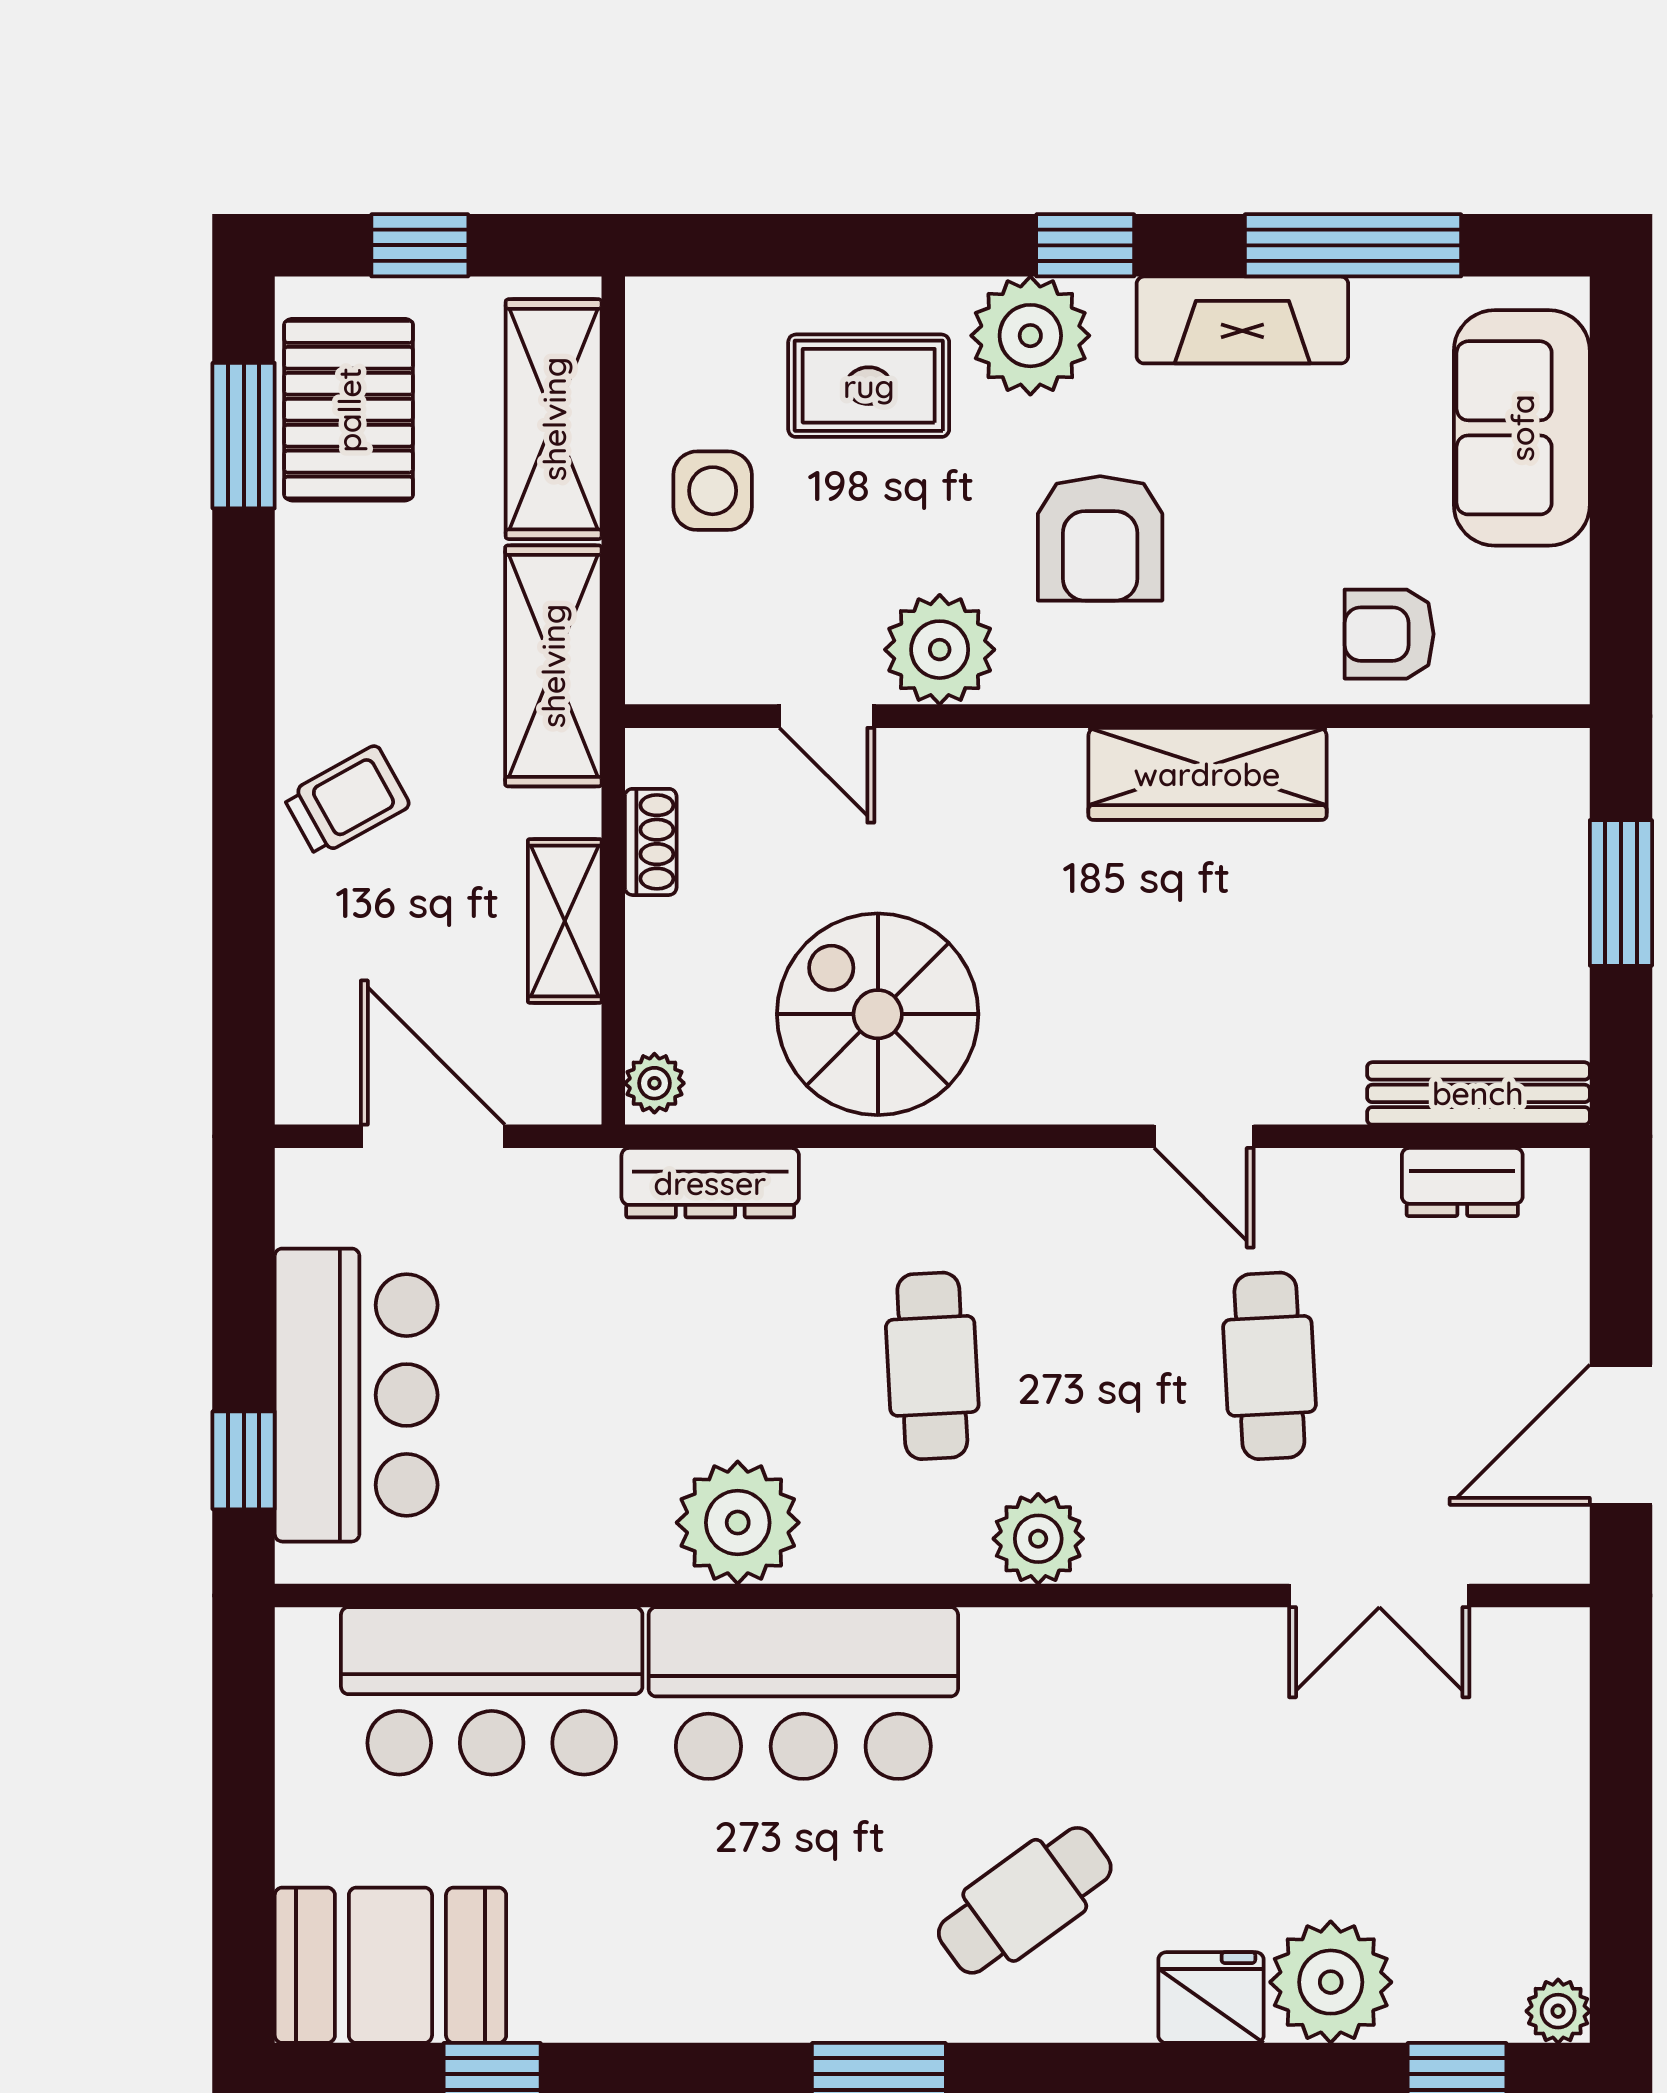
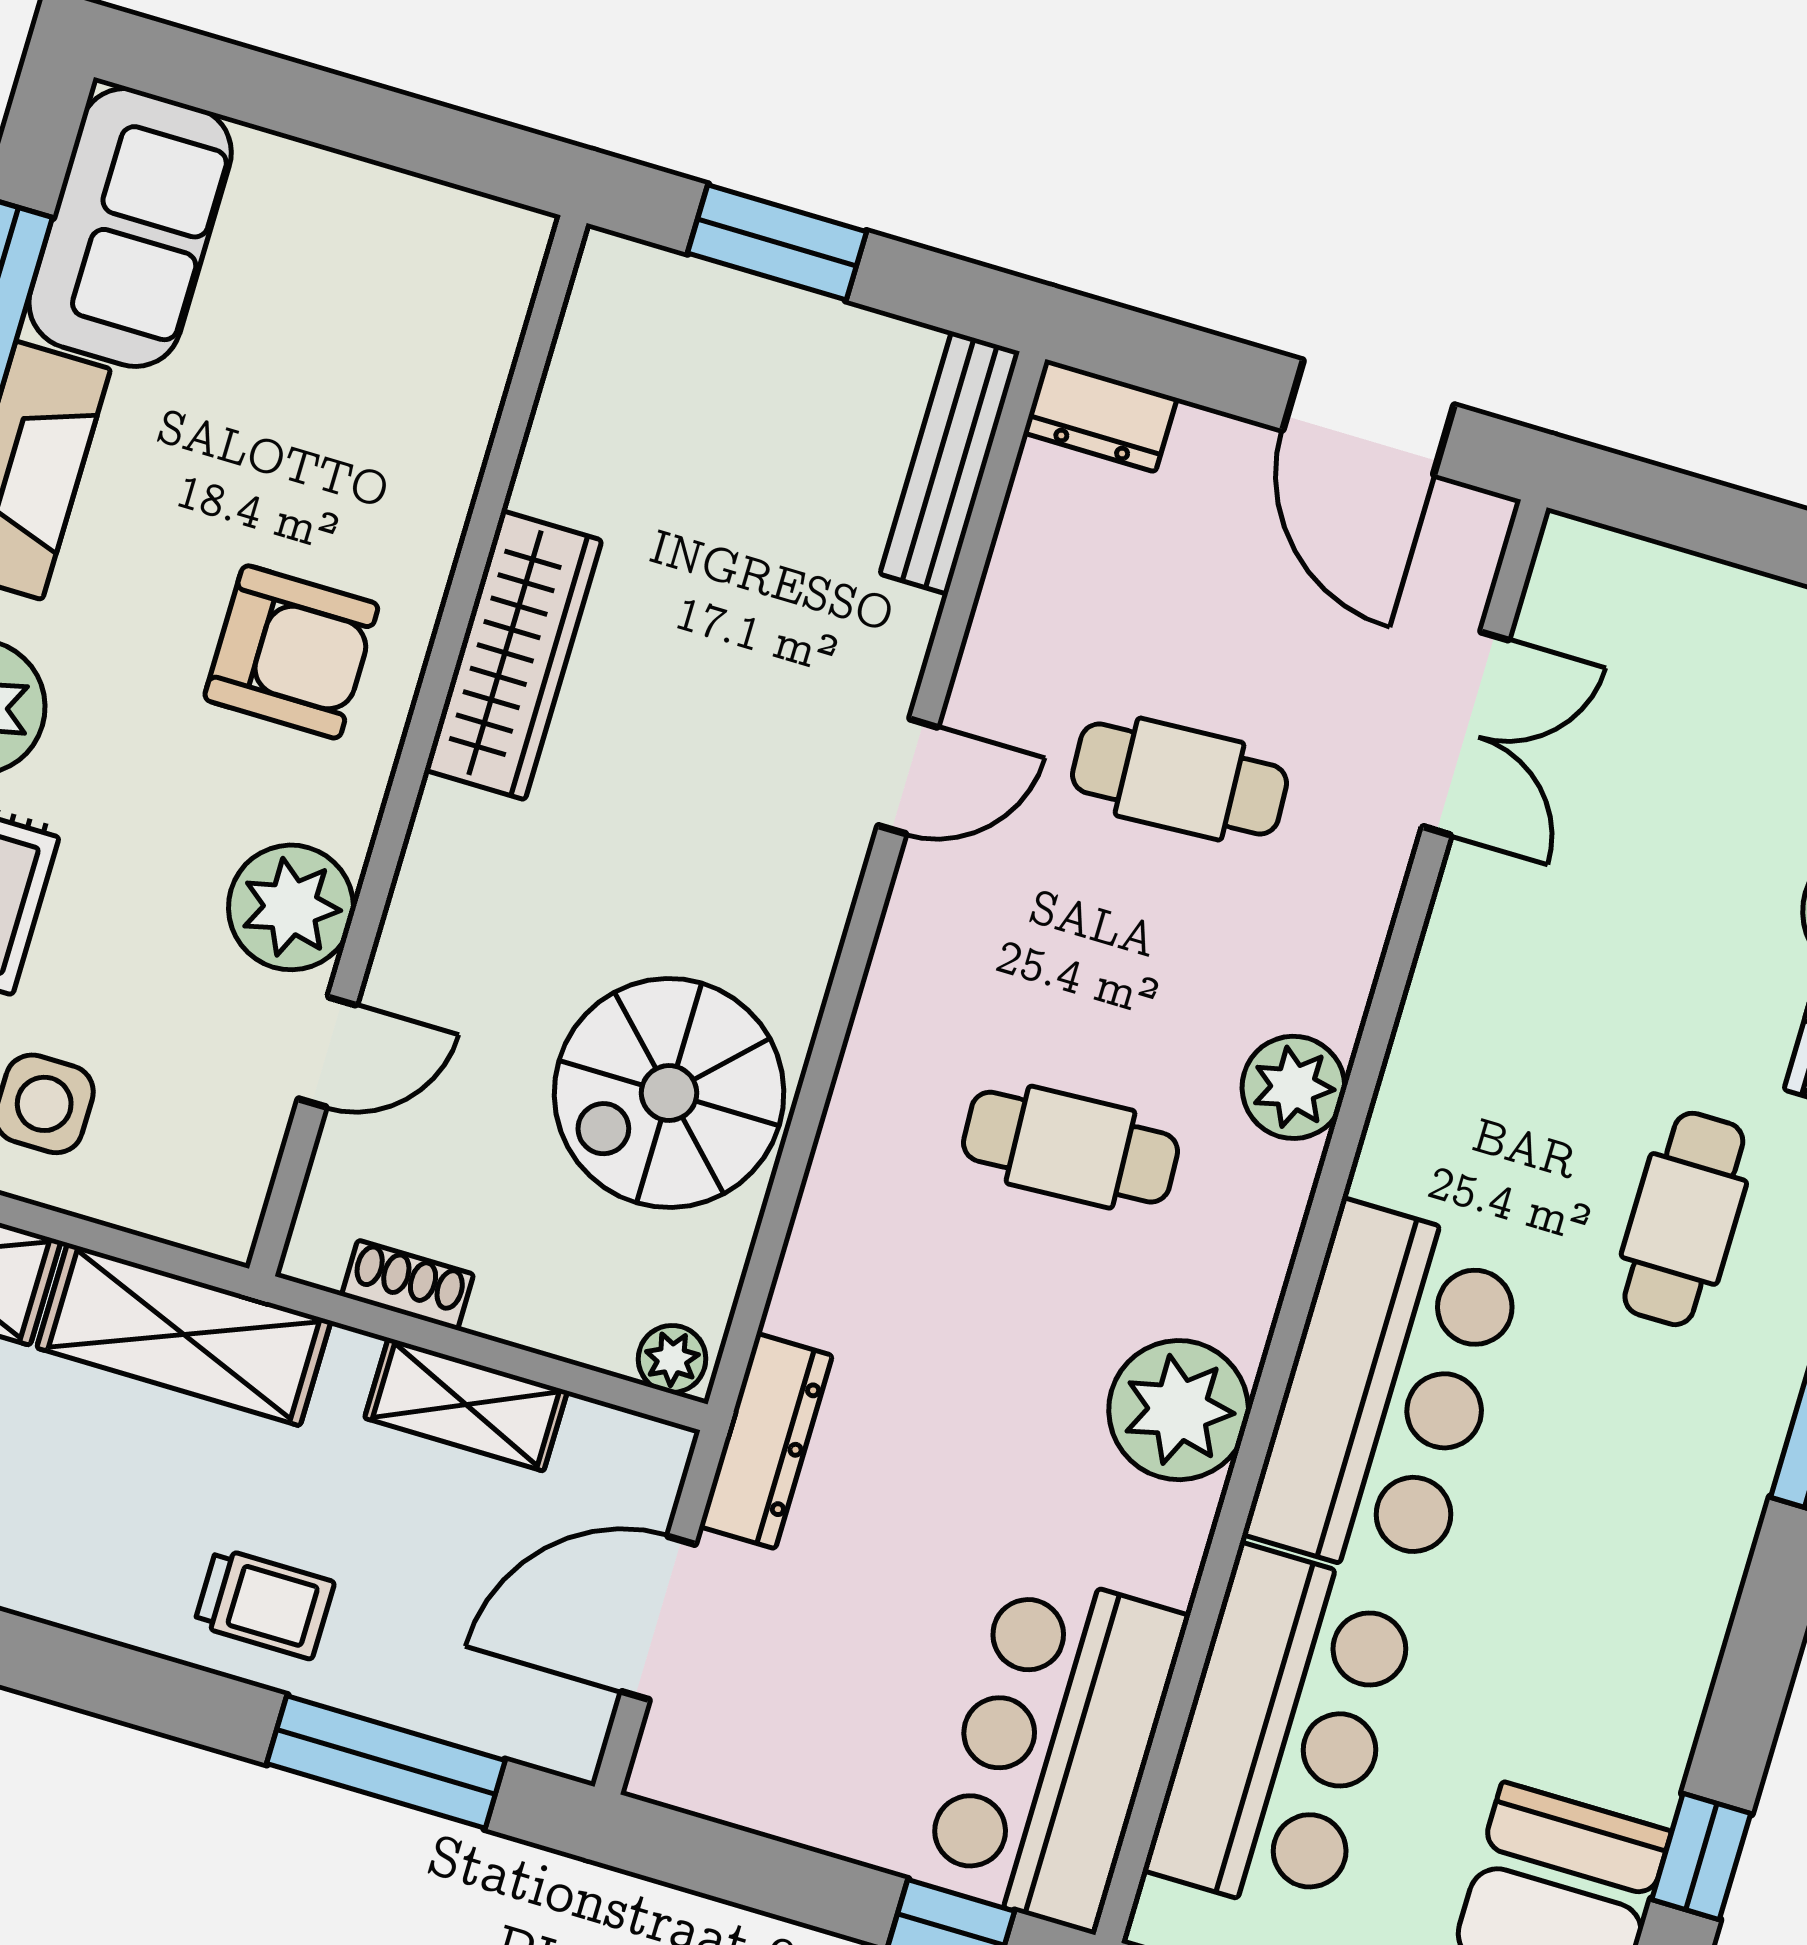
sofa: (1522, 428) -> (130, 227), moved, turned -90
armchair: (1100, 538) -> (291, 652), moved
armchair: (1389, 634) -> (419, 412), removed
trolley: (347, 801) -> (264, 1603), turned 119
window: (244, 943) -> (386, 1762), added
dresser: (1462, 1182) -> (1100, 416), moved, turned 90
dresser: (710, 1183) -> (766, 1441), moved
bar counter: (356, 1395) -> (1054, 1749), moved, turned -90
cafe table: (1025, 1900) -> (1684, 1219), turned 36

